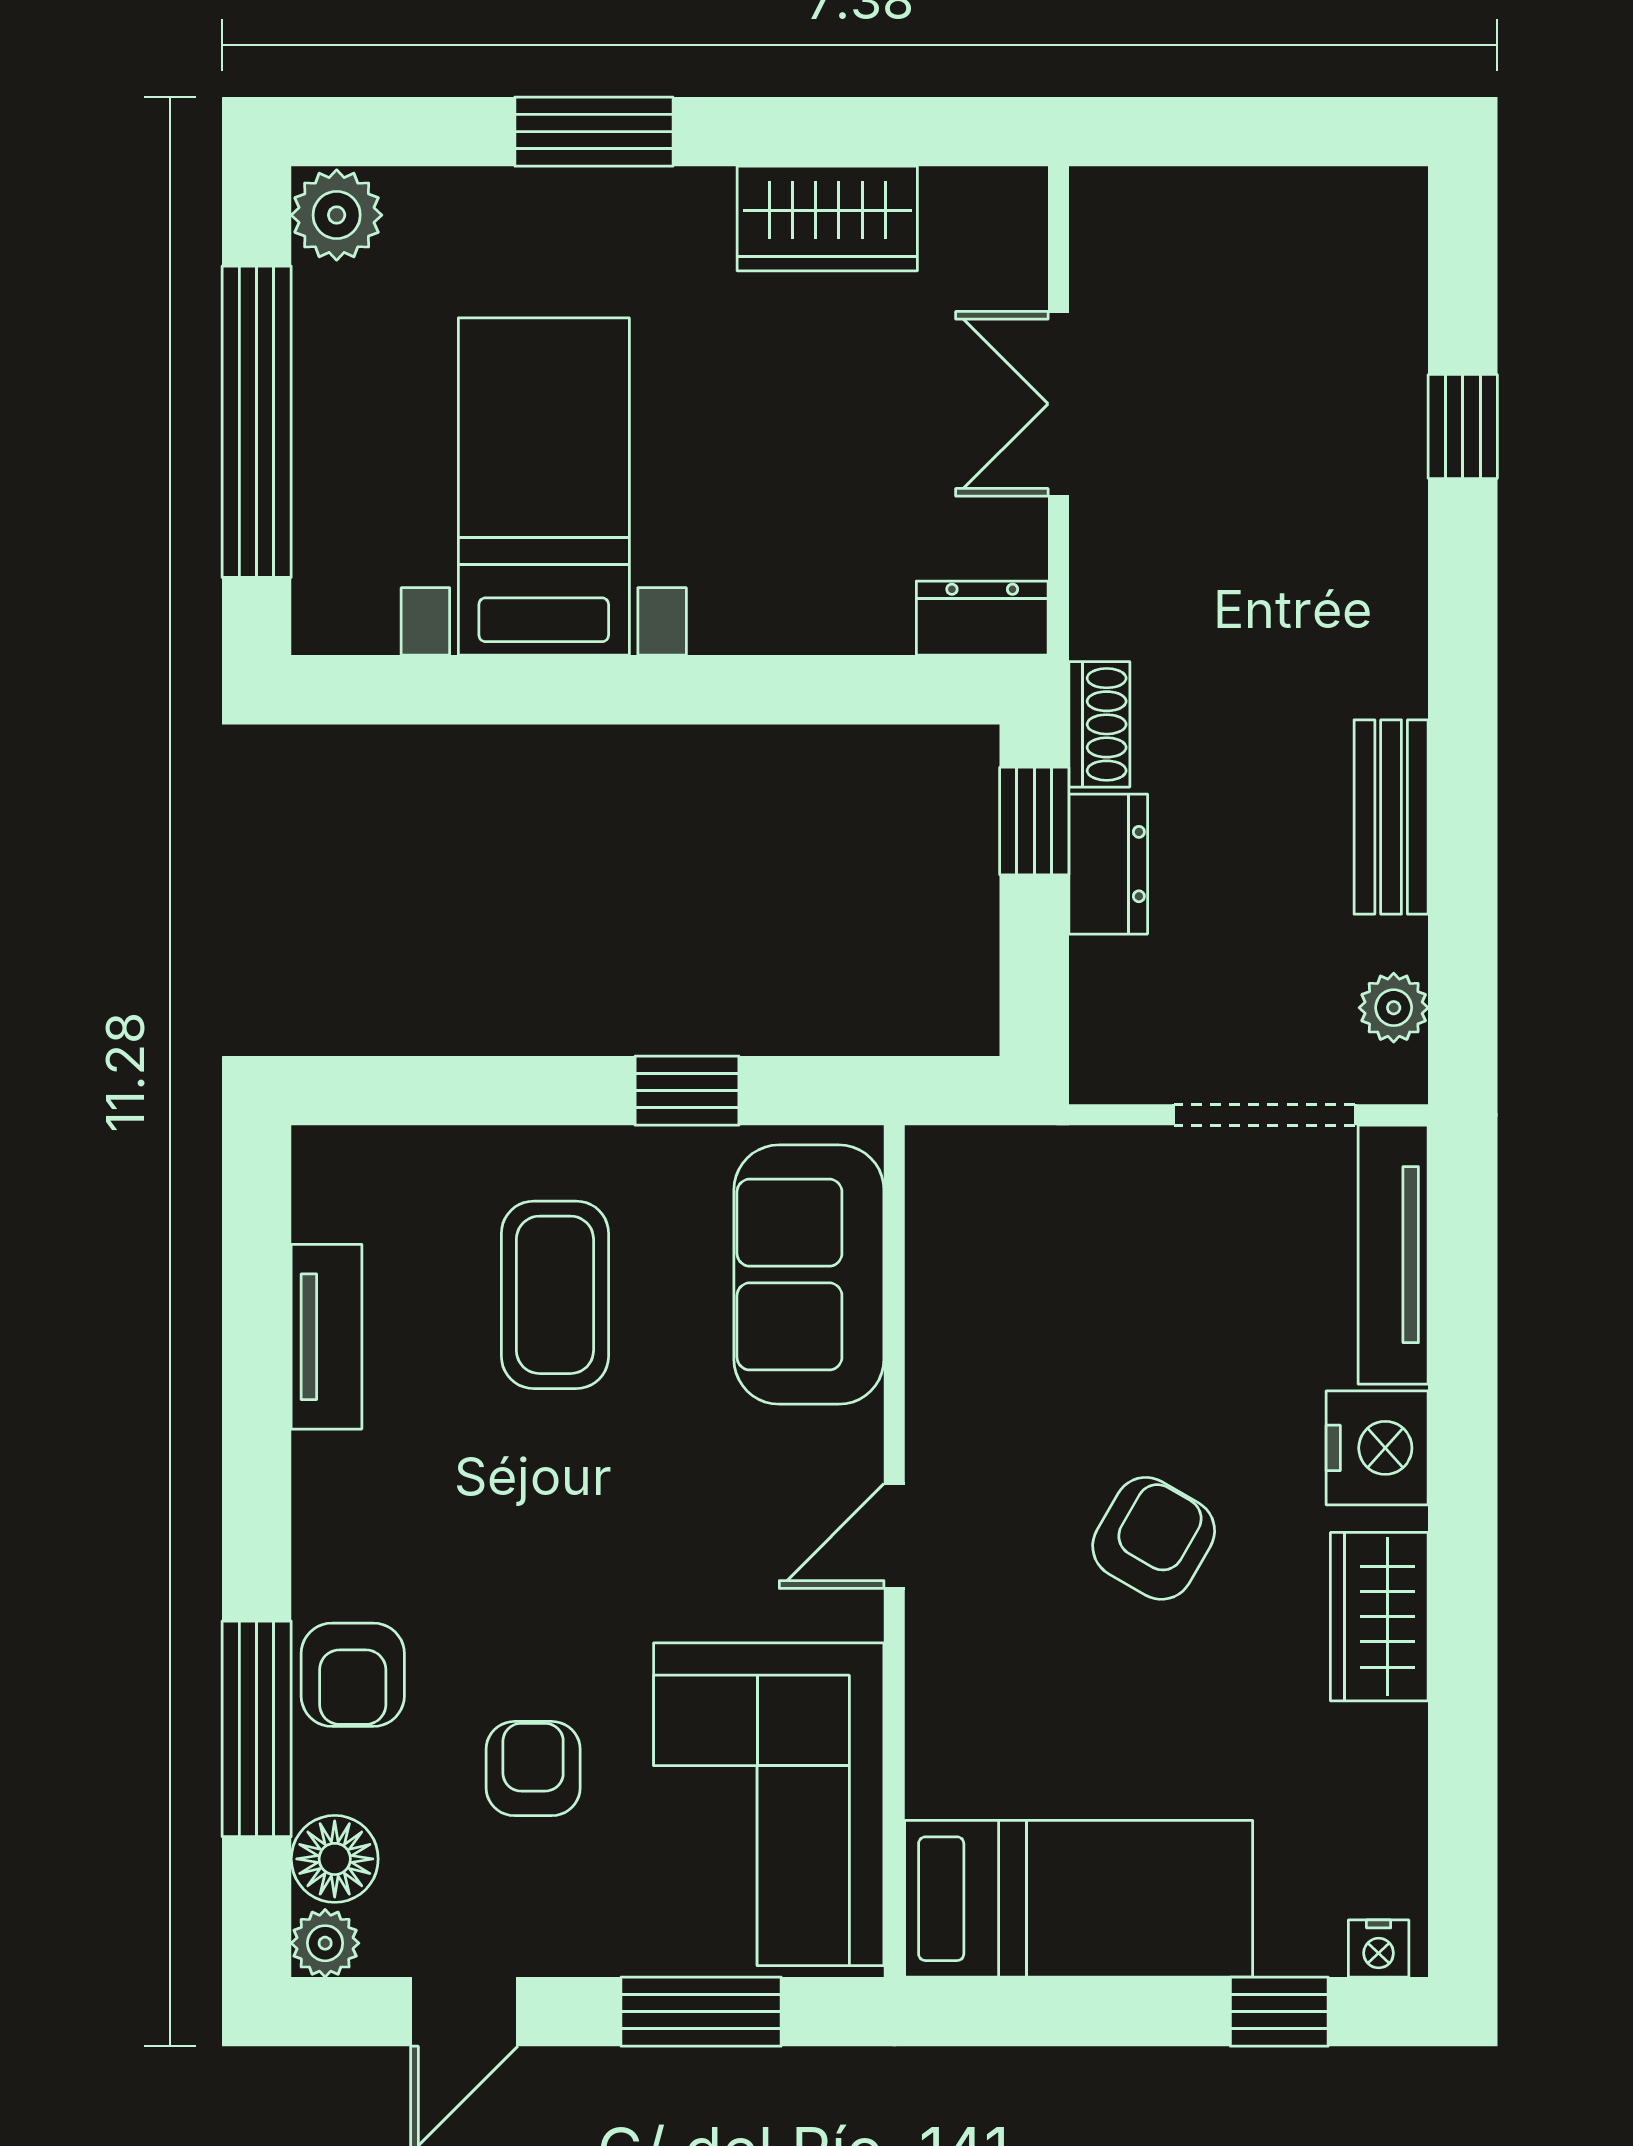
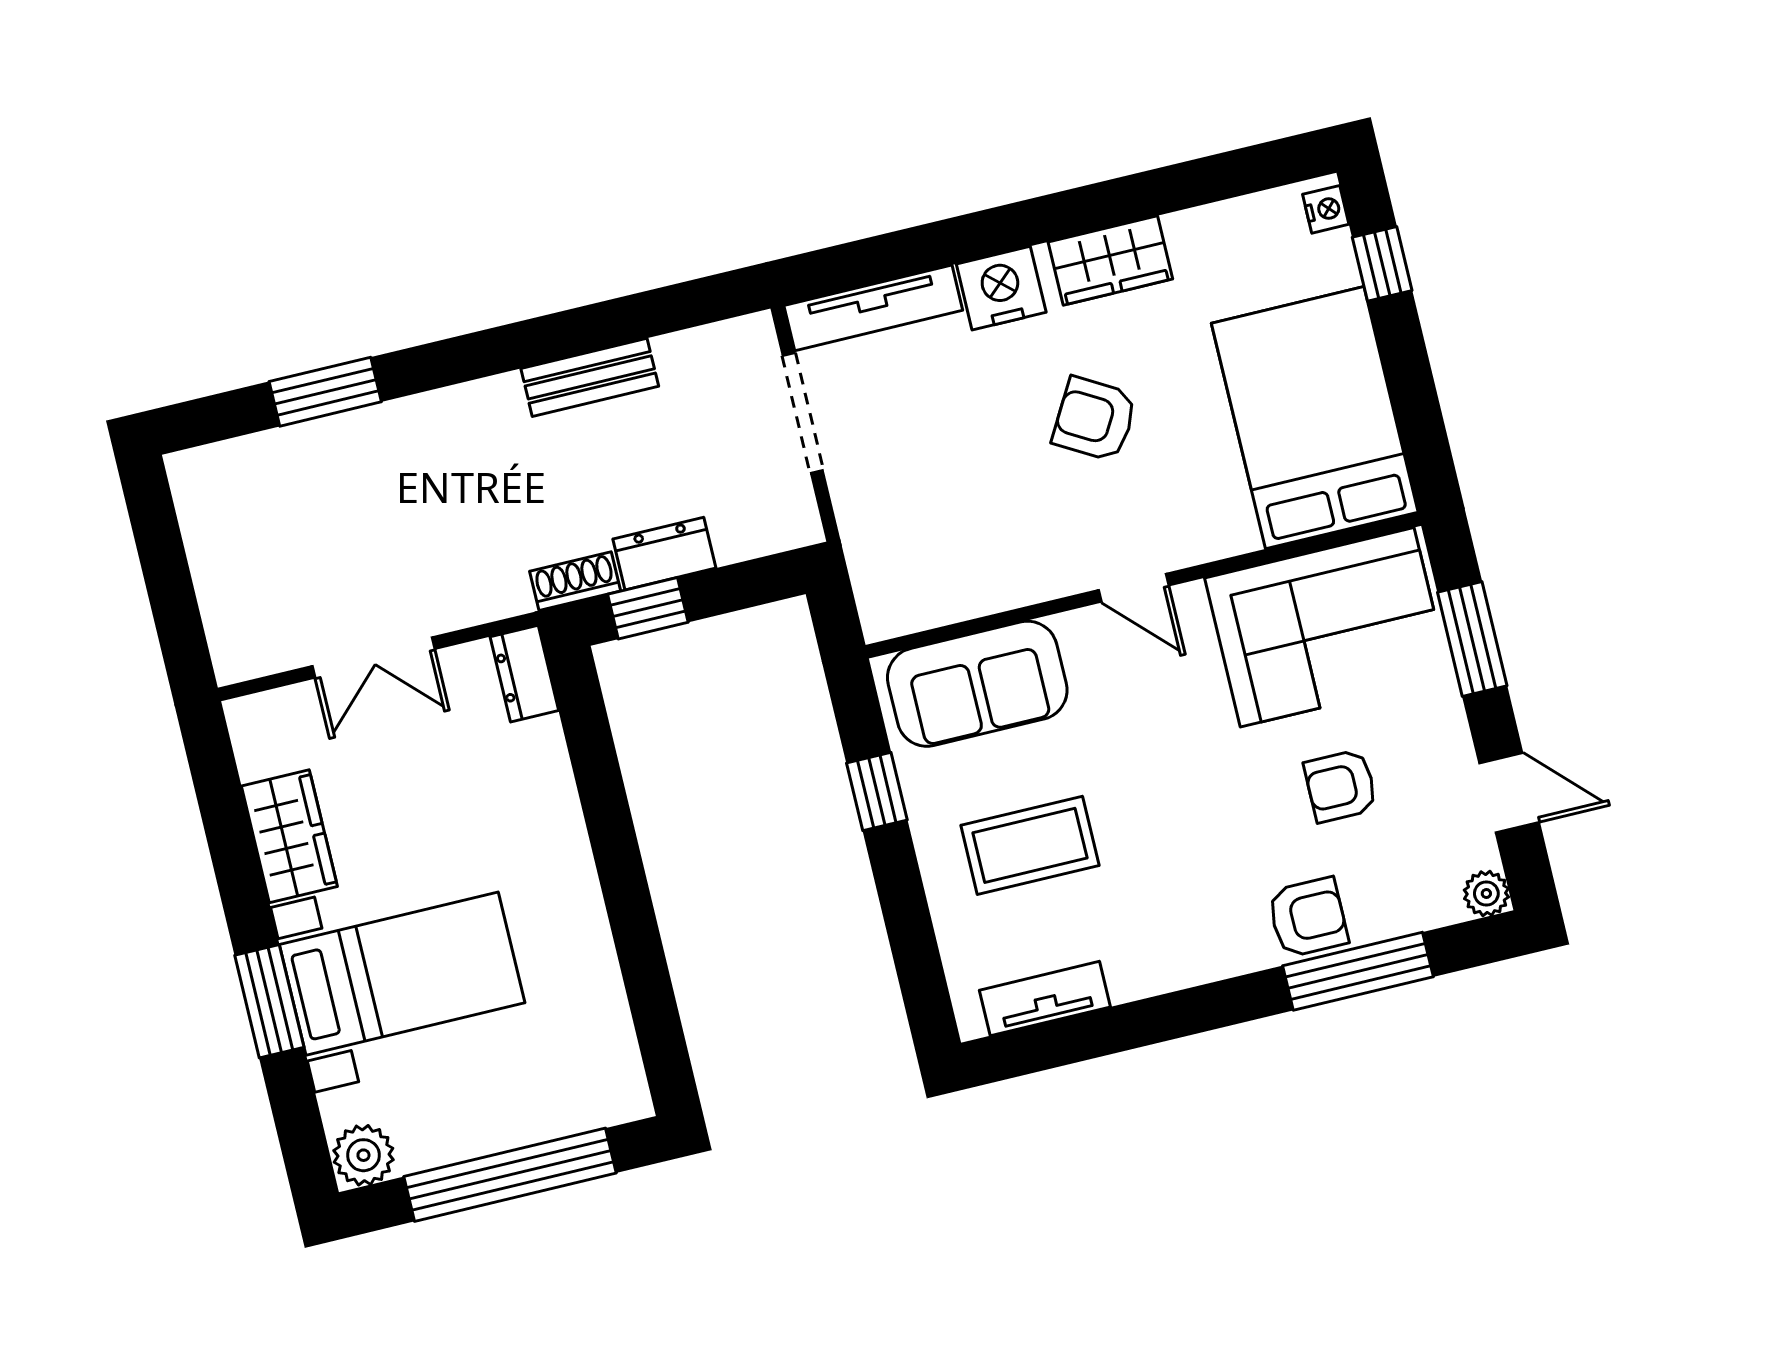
window: (1463, 426) -> (325, 392), width x1.50
bed with nightstands: (544, 487) -> (402, 974), moved, turned 180
plant: (1394, 1008) -> (713, 346), removed
tv unit: (327, 1337) -> (1045, 999), moved
floor lamp: (335, 1859) -> (1430, 900), removed
bed: (1079, 1899) -> (1315, 418), width x1.50

